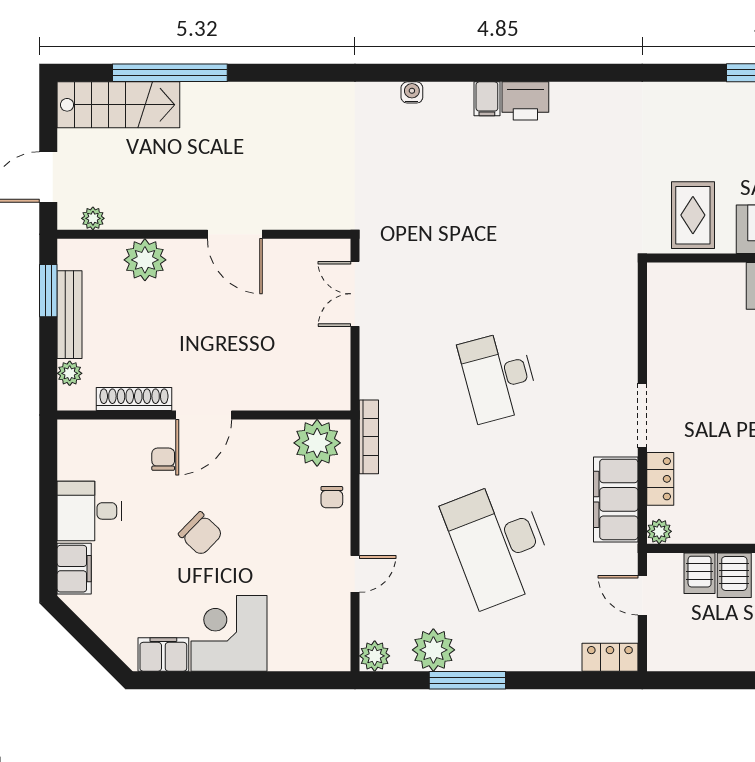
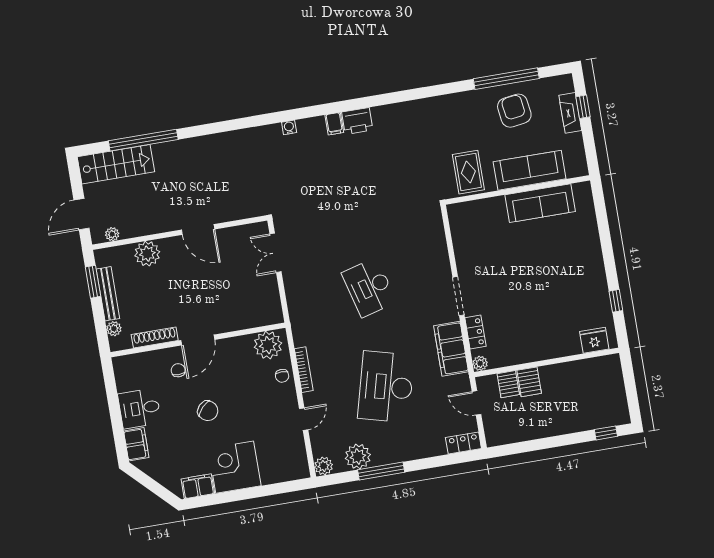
bookcase: (369, 437) -> (304, 370), moved
desk: (499, 544) -> (386, 387), turned 36

